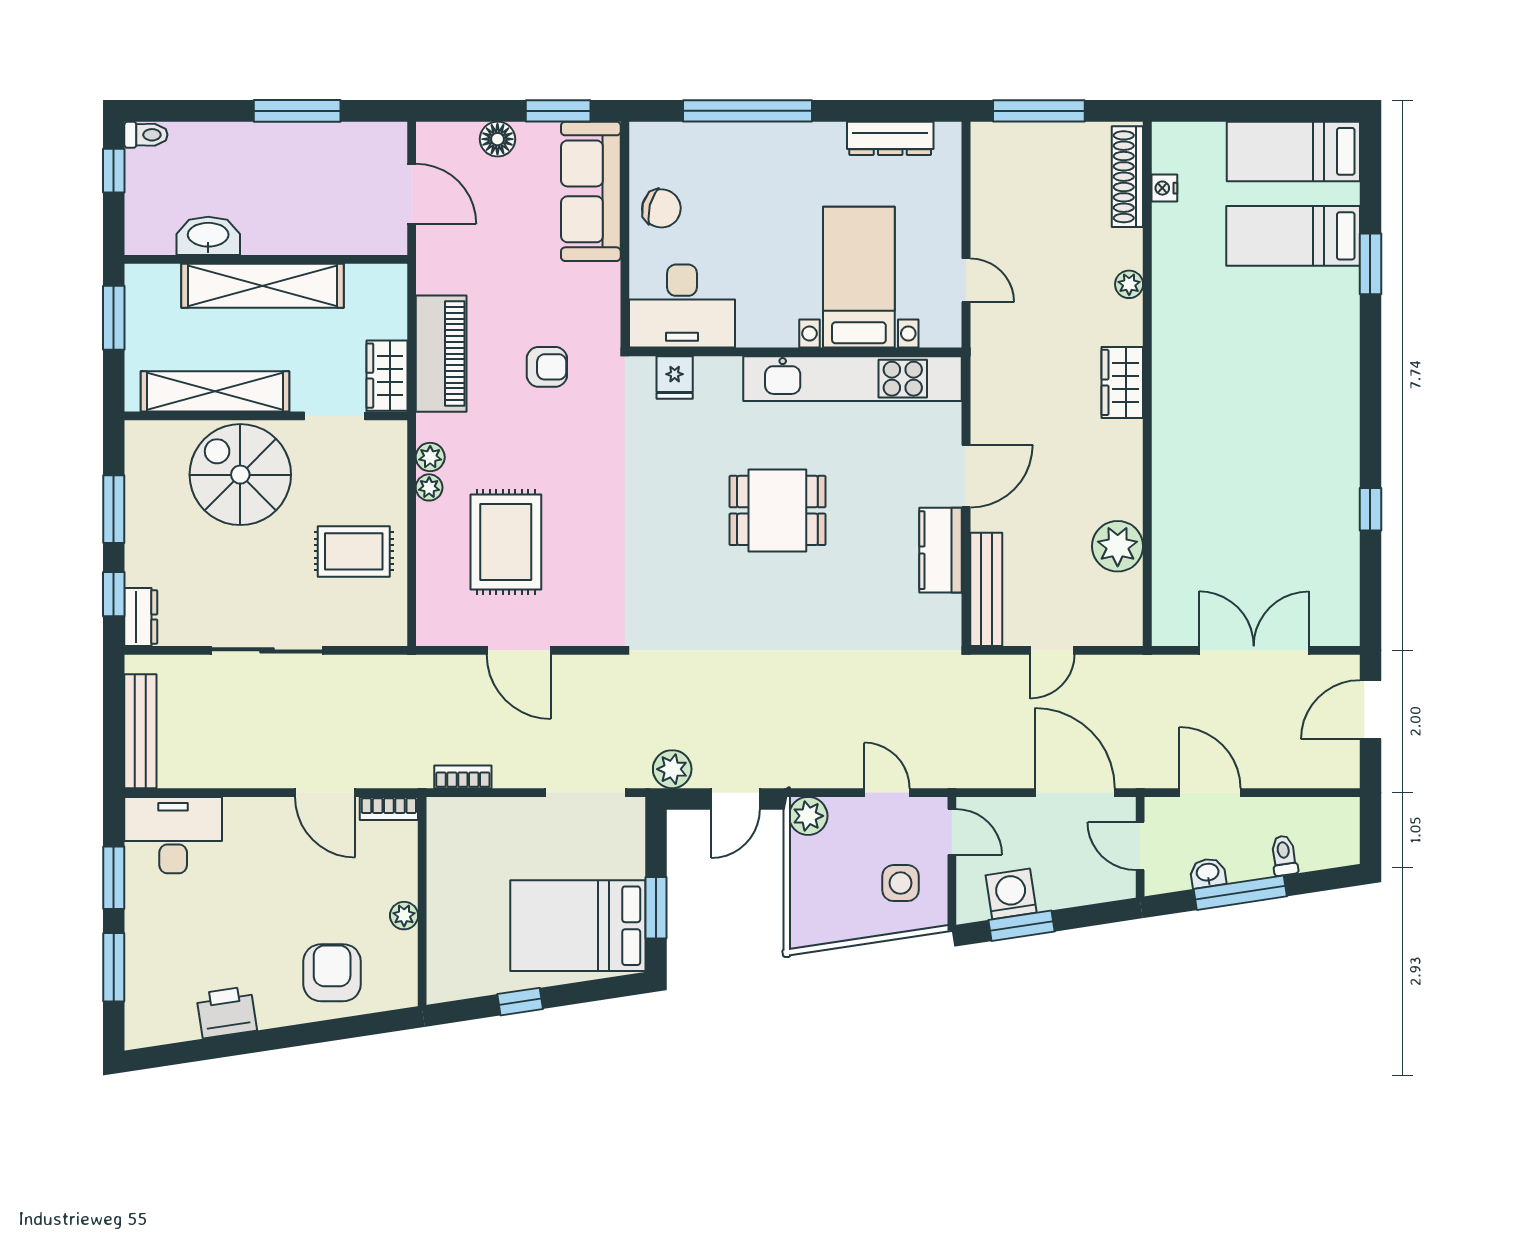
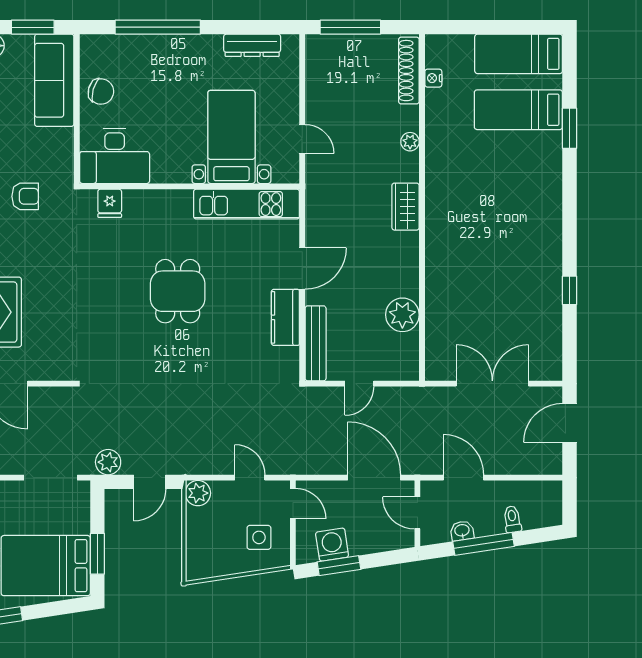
kitchen unit: (853, 379) -> (246, 204), width x0.73
dining table: (777, 510) -> (178, 291), turned 90

